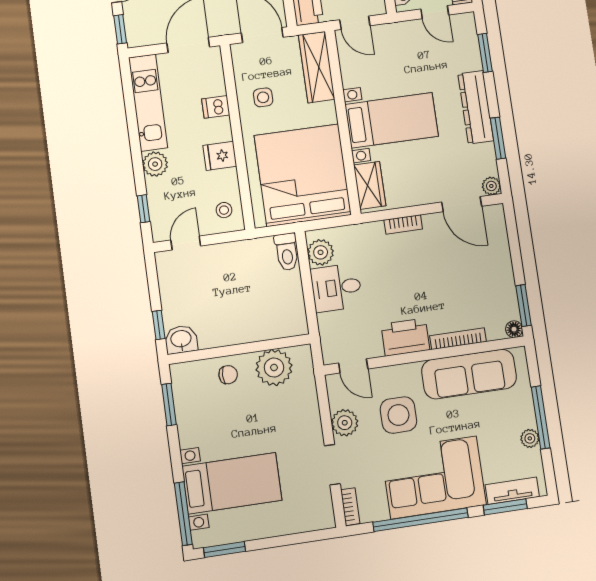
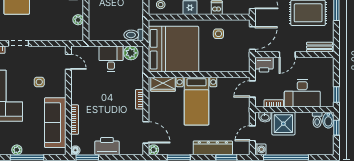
wardrobe: (317, 67) -> (231, 65), removed
dresser: (476, 107) -> (213, 148), moved
door: (462, 204) -> (146, 132), swing flipped
printer: (405, 337) -> (107, 146), moved, turned -90
door: (353, 366) -> (68, 62), swing flipped
plant: (274, 368) -> (78, 20), width x0.53, depth x0.53
side table: (398, 415) -> (39, 82), width x0.54, depth x0.54
plant: (345, 423) -> (39, 53), removed

